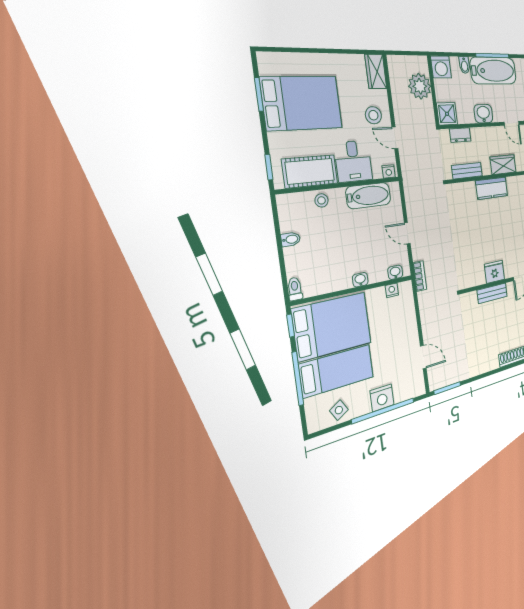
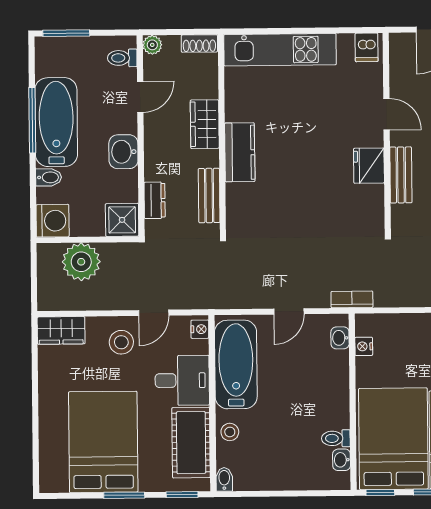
window: (259, 94) -> (124, 495), moved
bathtub: (368, 196) -> (236, 364), width x1.36, depth x1.36
bidet: (291, 239) -> (224, 479), moved
washbasin: (360, 280) -> (342, 460), moved
toilet: (295, 289) -> (336, 438), moved

